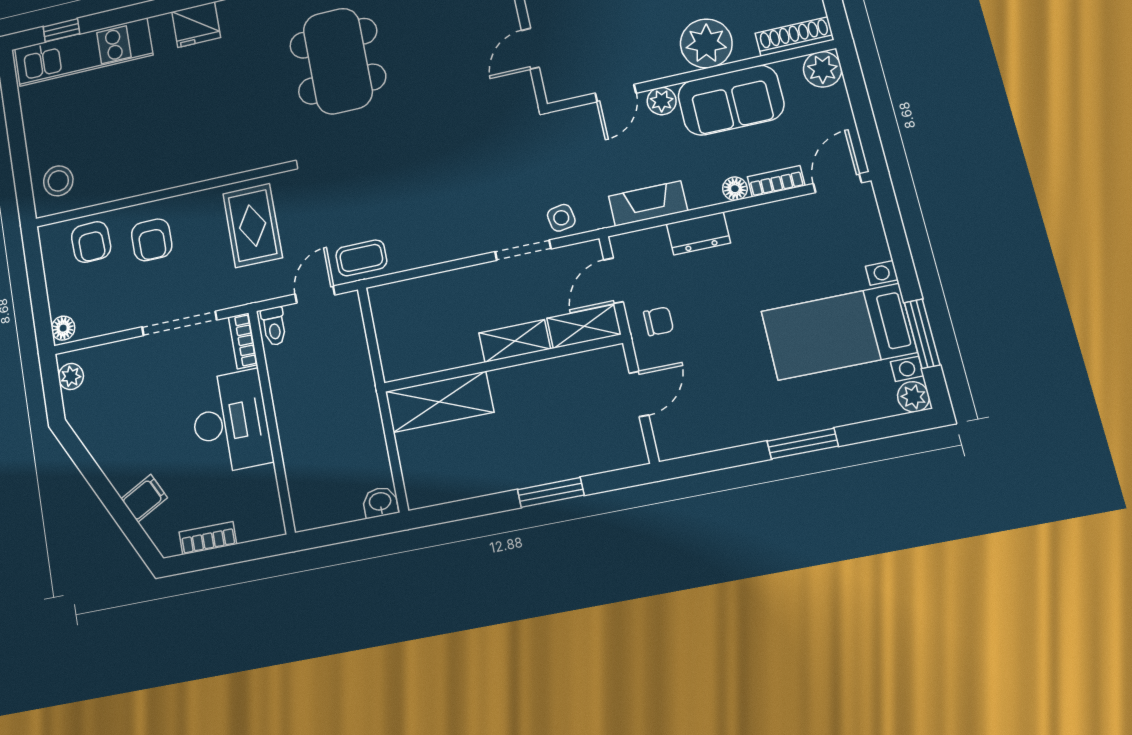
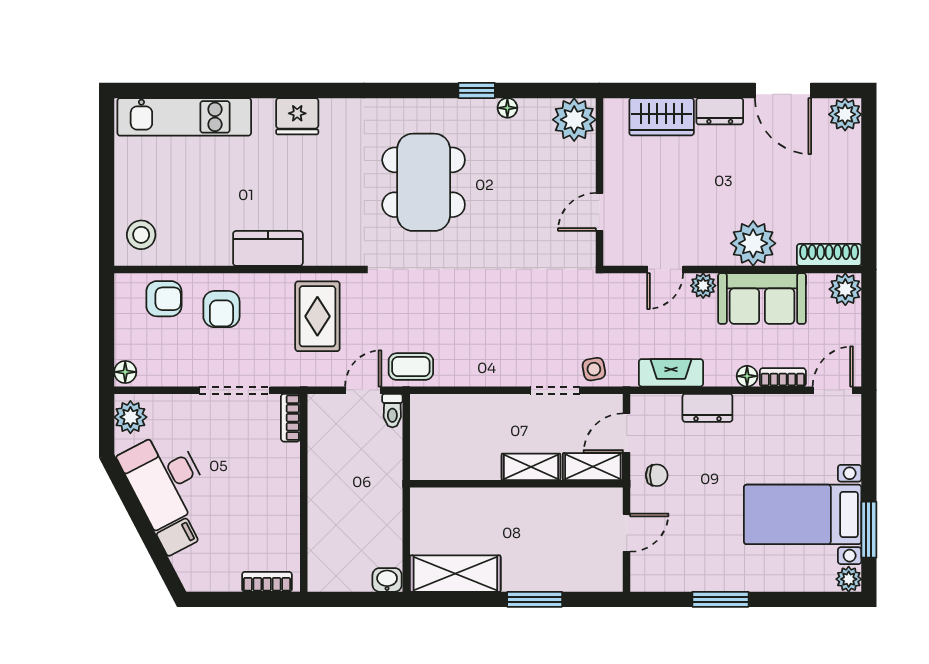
window: (61, 30) -> (166, 90), removed
kitchen counter: (189, 166) -> (268, 248), added
armchair: (91, 242) -> (164, 299), turned -88
toilet: (274, 326) -> (392, 411), moved
plant: (71, 376) -> (130, 417), width x1.38, depth x1.38
shelving: (439, 402) -> (455, 574), moved
desk: (231, 422) -> (164, 479), moved, turned 152
window: (803, 444) -> (720, 599), moved
bookcase: (208, 538) -> (267, 582), moved

